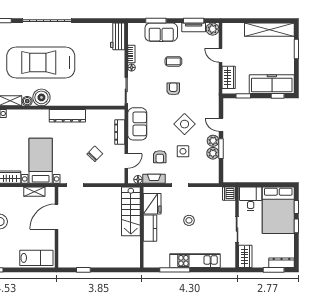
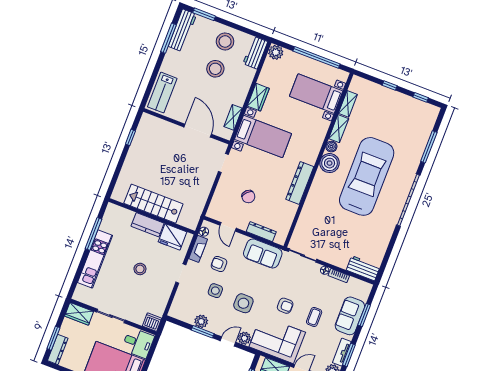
corner sofa: (204, 85) -> (277, 340), added
side table: (185, 124) -> (243, 303), turned 45
plant: (213, 141) -> (244, 338), moved
stairs: (131, 211) -> (153, 204), moved

